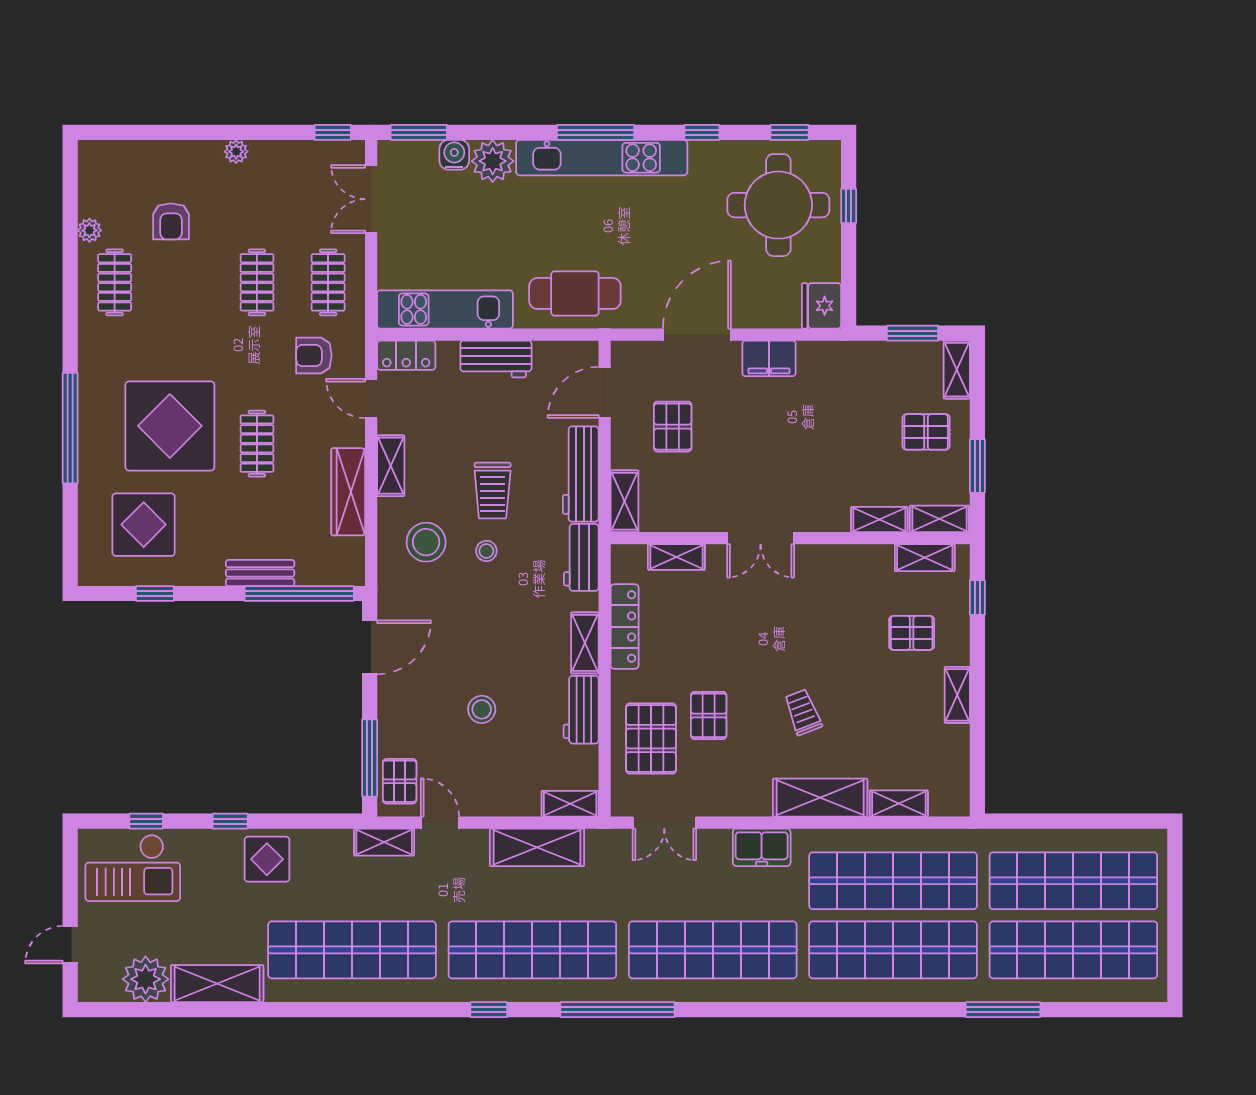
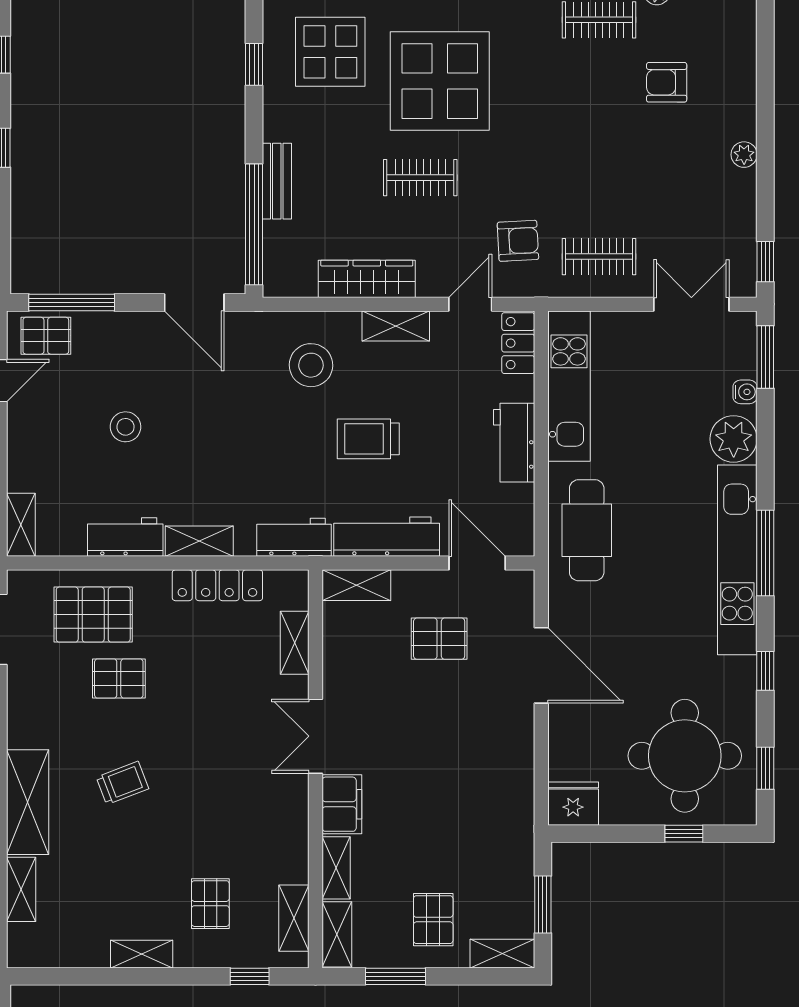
water cooler: (454, 155) -> (745, 392), width x0.72, depth x0.72
clothes rail: (257, 282) -> (599, 178), removed
armchair: (314, 355) -> (518, 241), turned 87
filing cabinet: (769, 358) -> (342, 804), moved, turned 180
stool: (486, 551) -> (301, 432), removed

